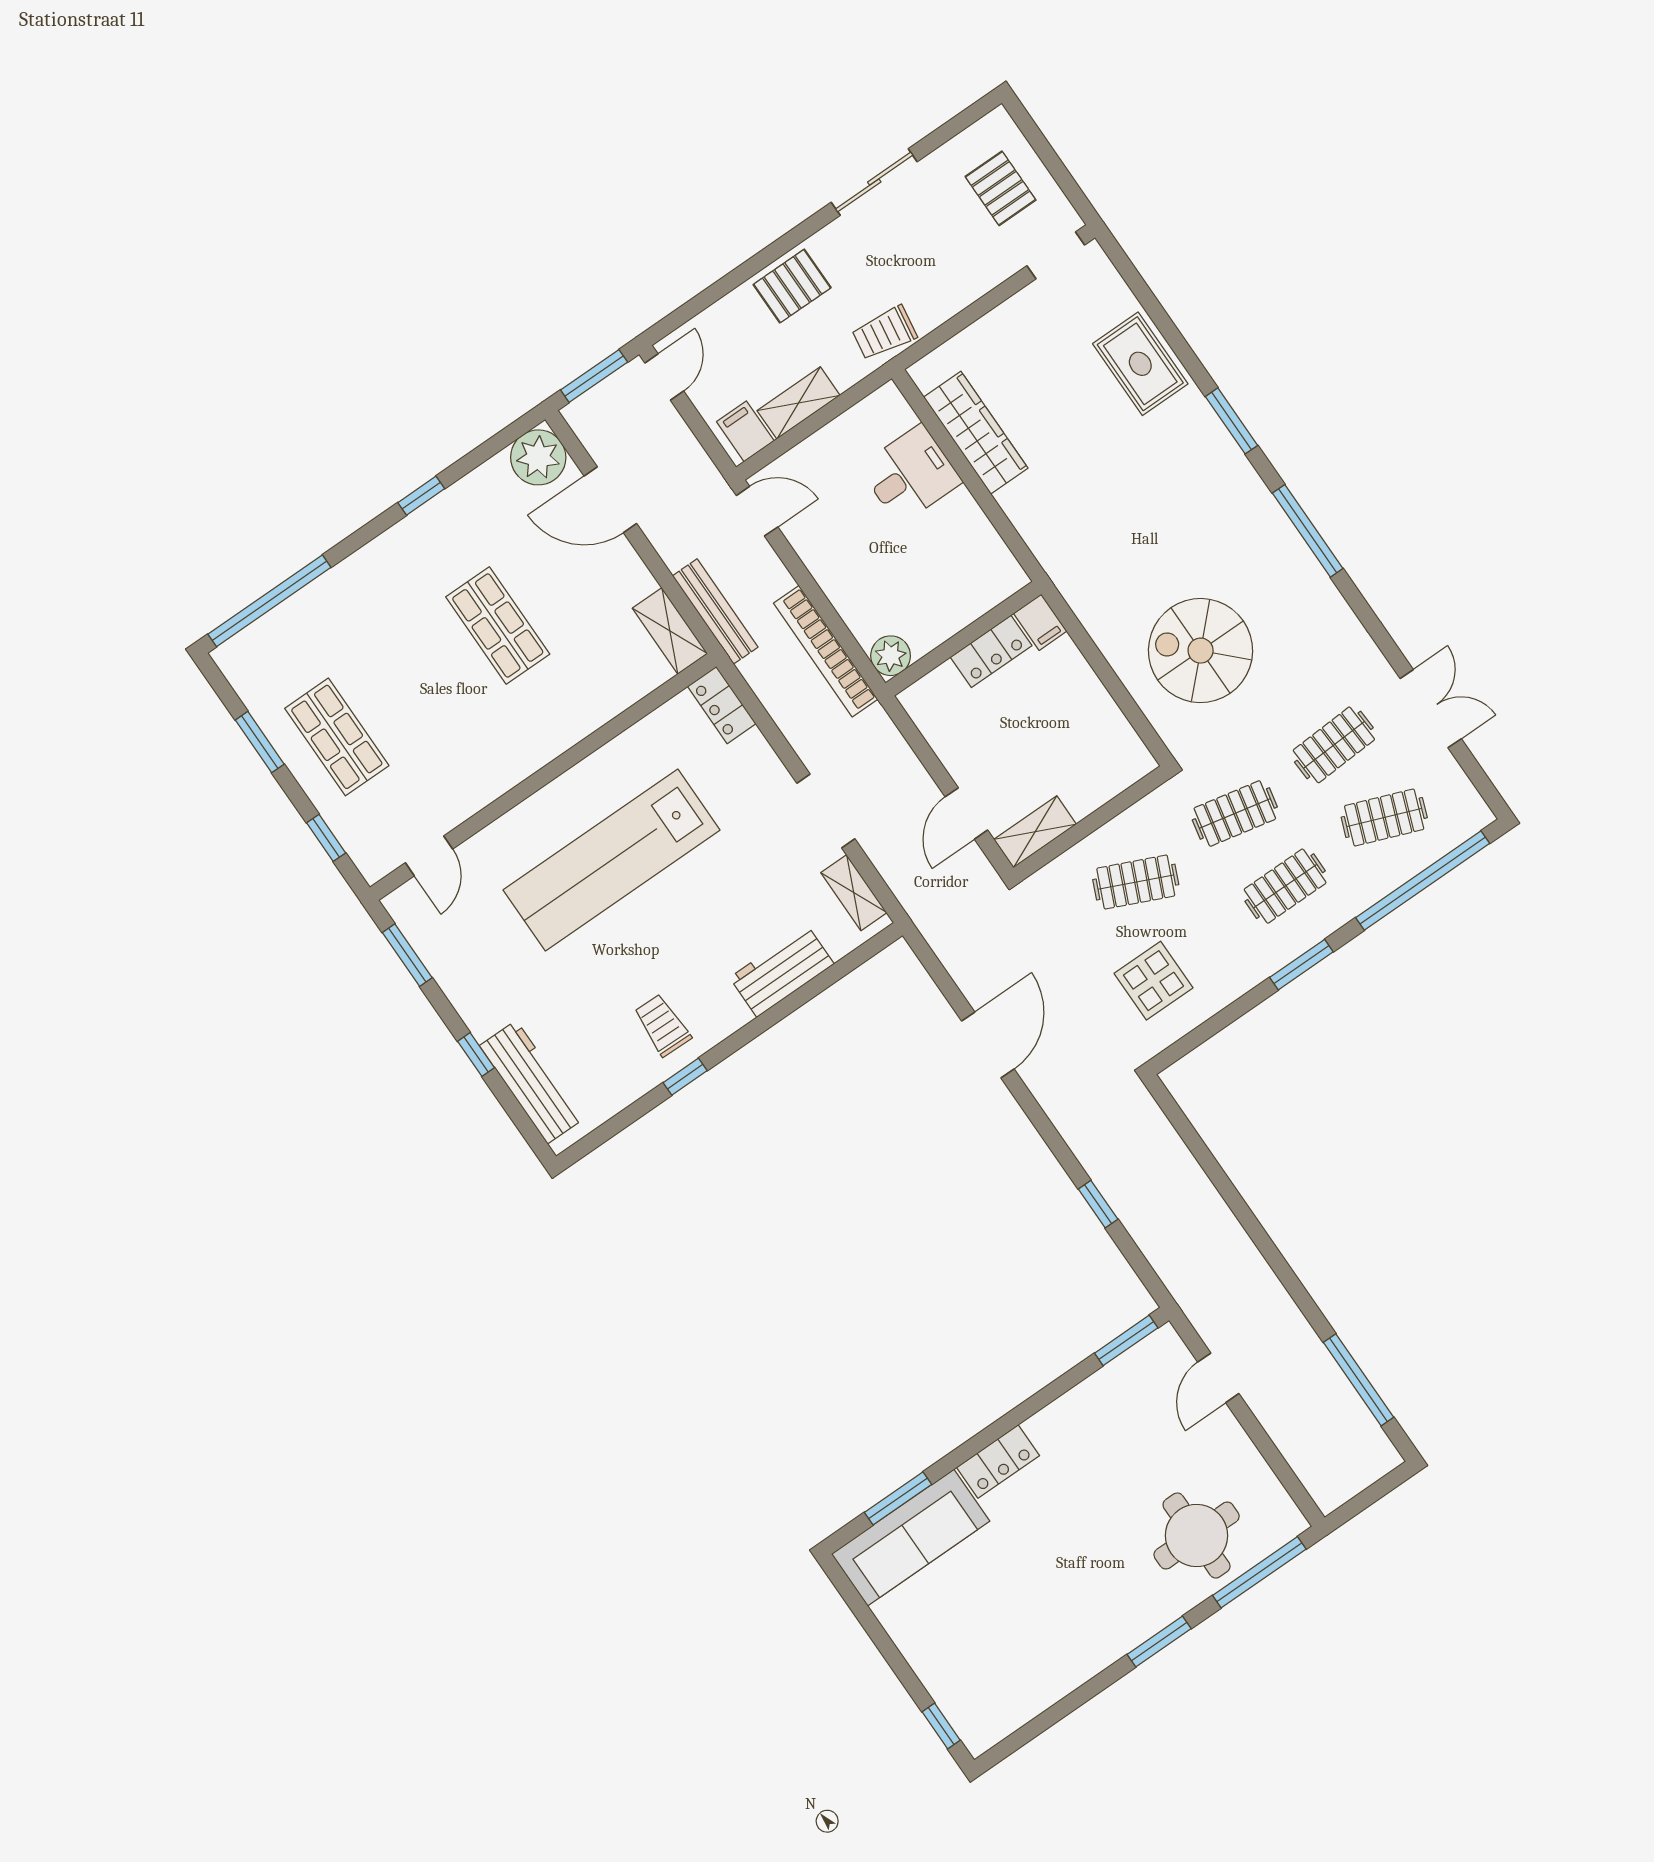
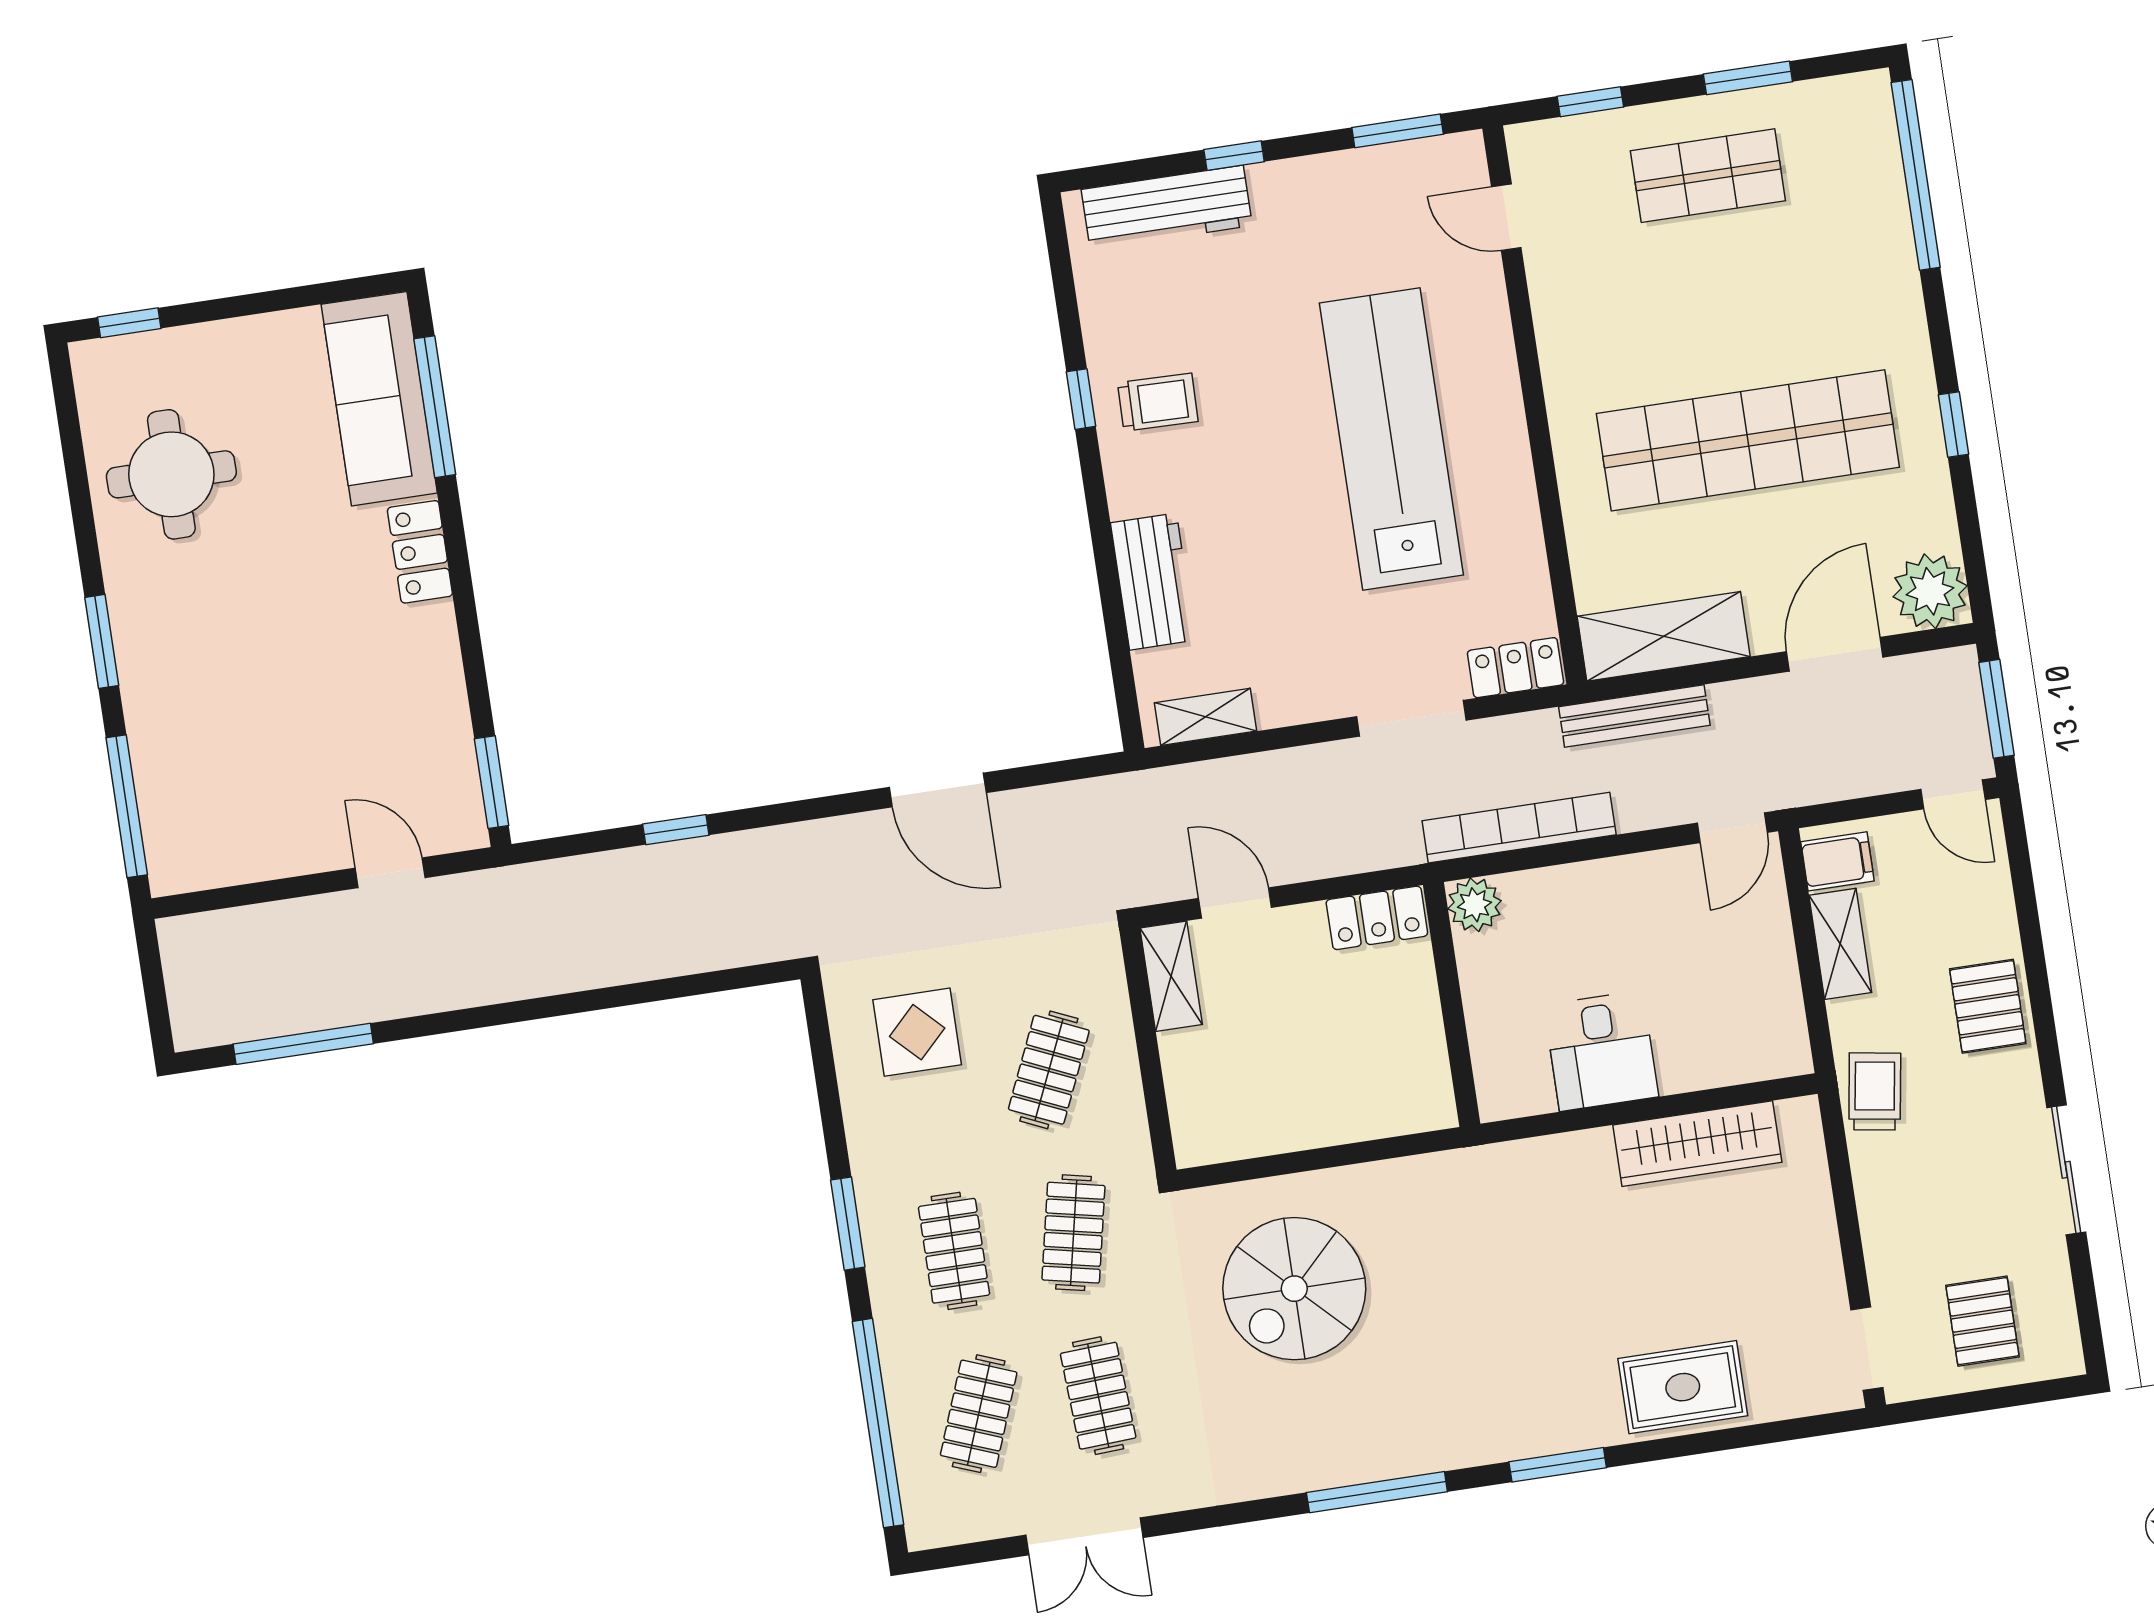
pallet: (1001, 188) -> (1982, 1321), turned 90
desk: (910, 474) -> (1601, 1051), moved
filing cabinet: (1040, 622) -> (1426, 1109), removed
shop shelf: (498, 625) -> (1748, 440), width x2.00, depth x1.36
shelving: (670, 631) -> (1664, 636), width x1.50, depth x1.33
locker: (991, 651) -> (1377, 918), moved, turned -90
spiral stairs: (1201, 651) -> (1294, 1289), turned 180
doorway: (826, 811) -> (1412, 718), moved
window: (898, 1498) -> (435, 407), width x1.44
round table: (1197, 1536) -> (171, 474), moved

